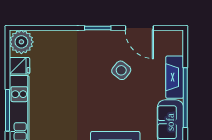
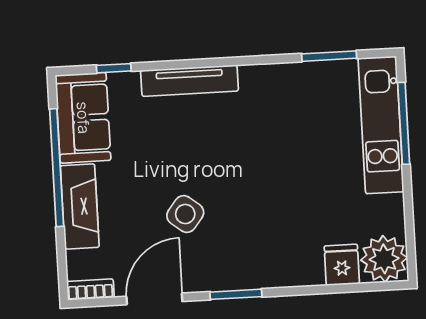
door: (139, 28) -> (154, 299), hinge flipped
bookcase: (172, 35) -> (90, 289), added
fridge: (20, 66) -> (342, 265), moved, turned 90

